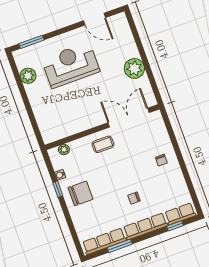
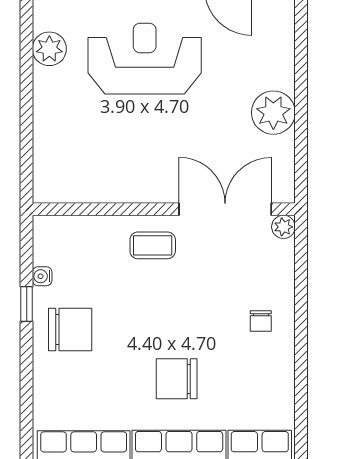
plant: (64, 149) -> (283, 227), moved
chair: (134, 198) -> (177, 379), width x1.87, depth x1.87

